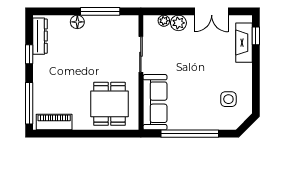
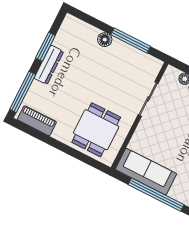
dresser: (40, 36) -> (49, 65), moved
window: (29, 54) -> (45, 47), width x1.50
sofa: (155, 102) -> (146, 172), moved, turned -90

